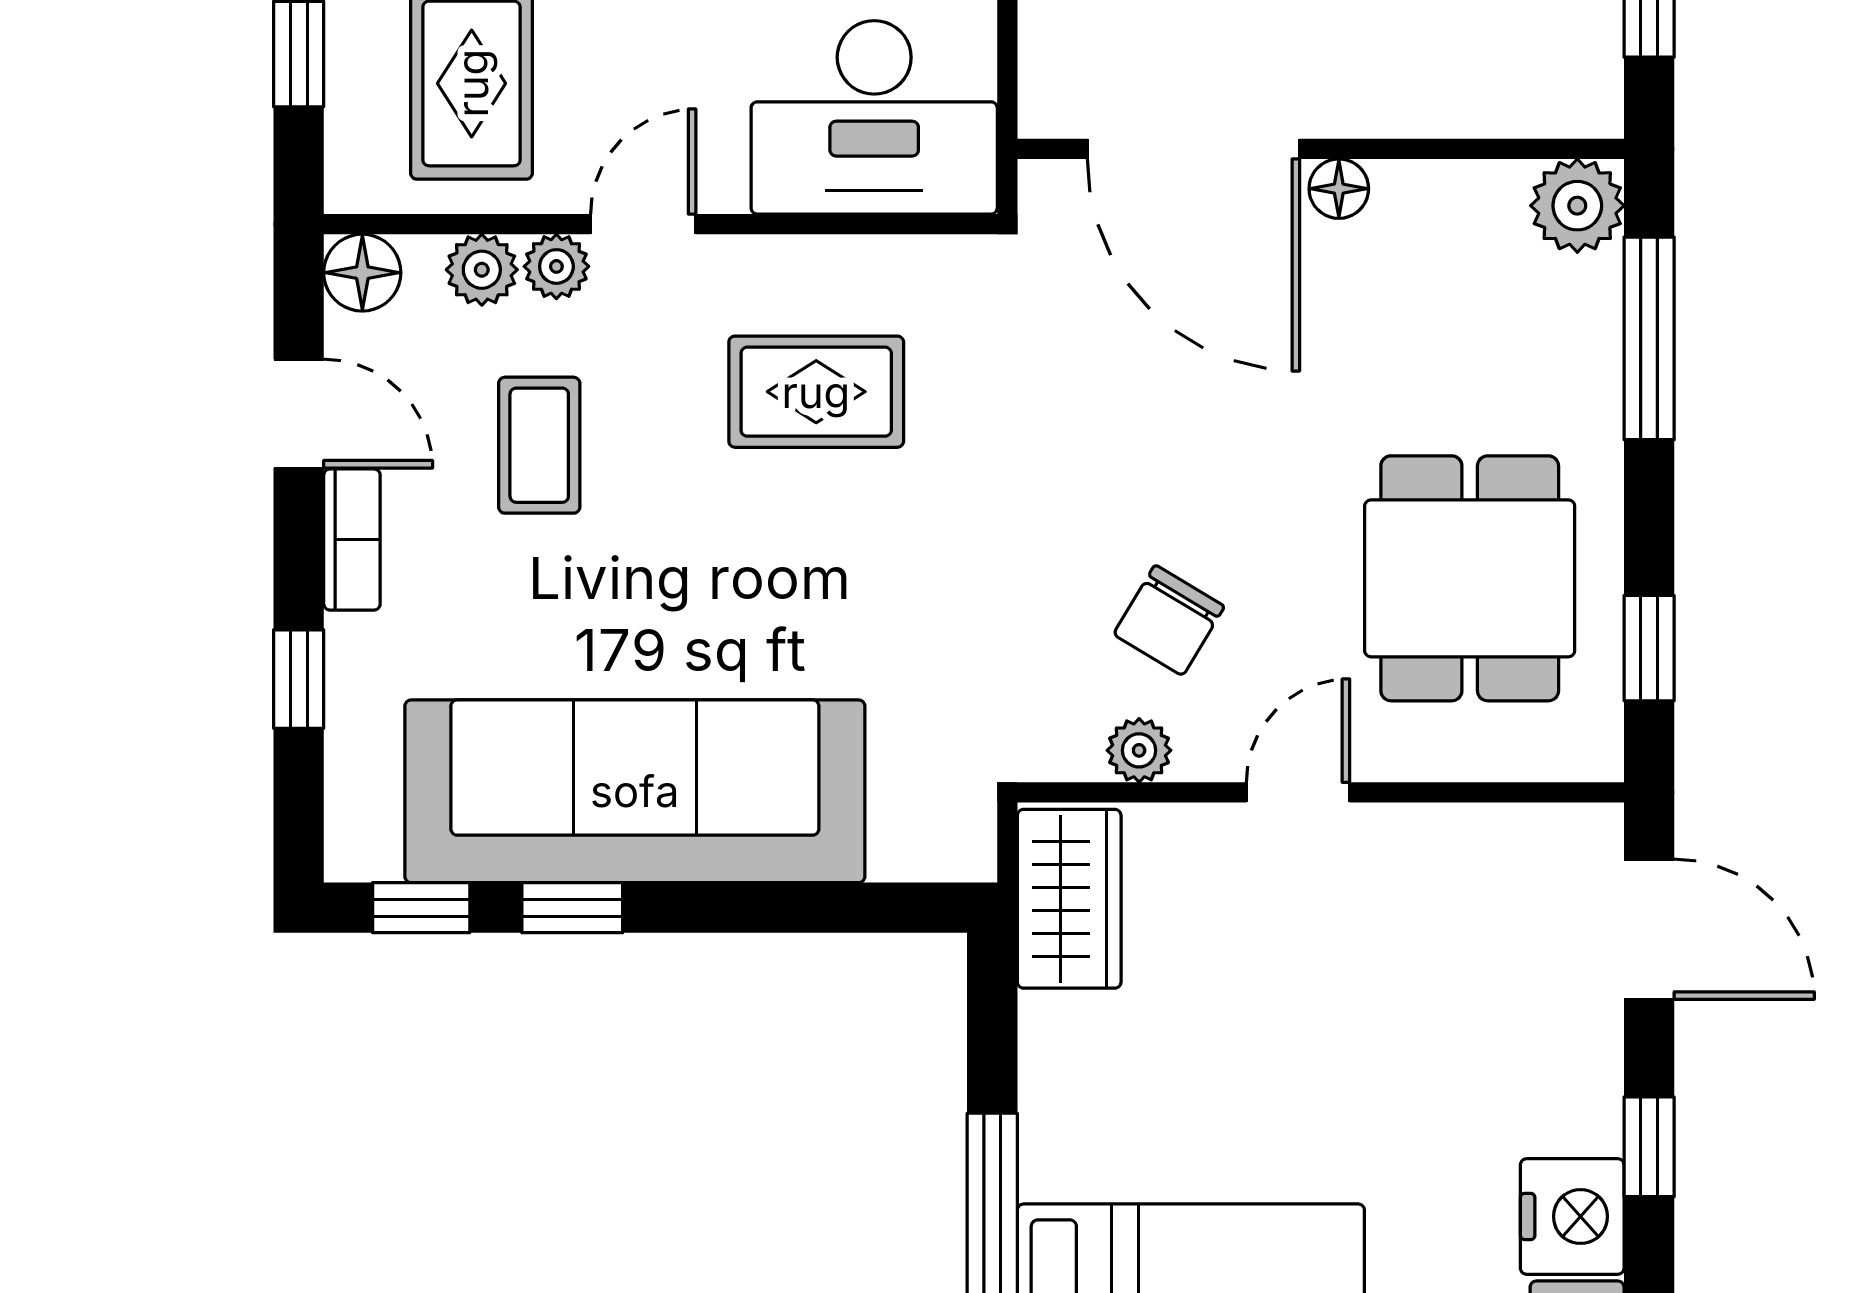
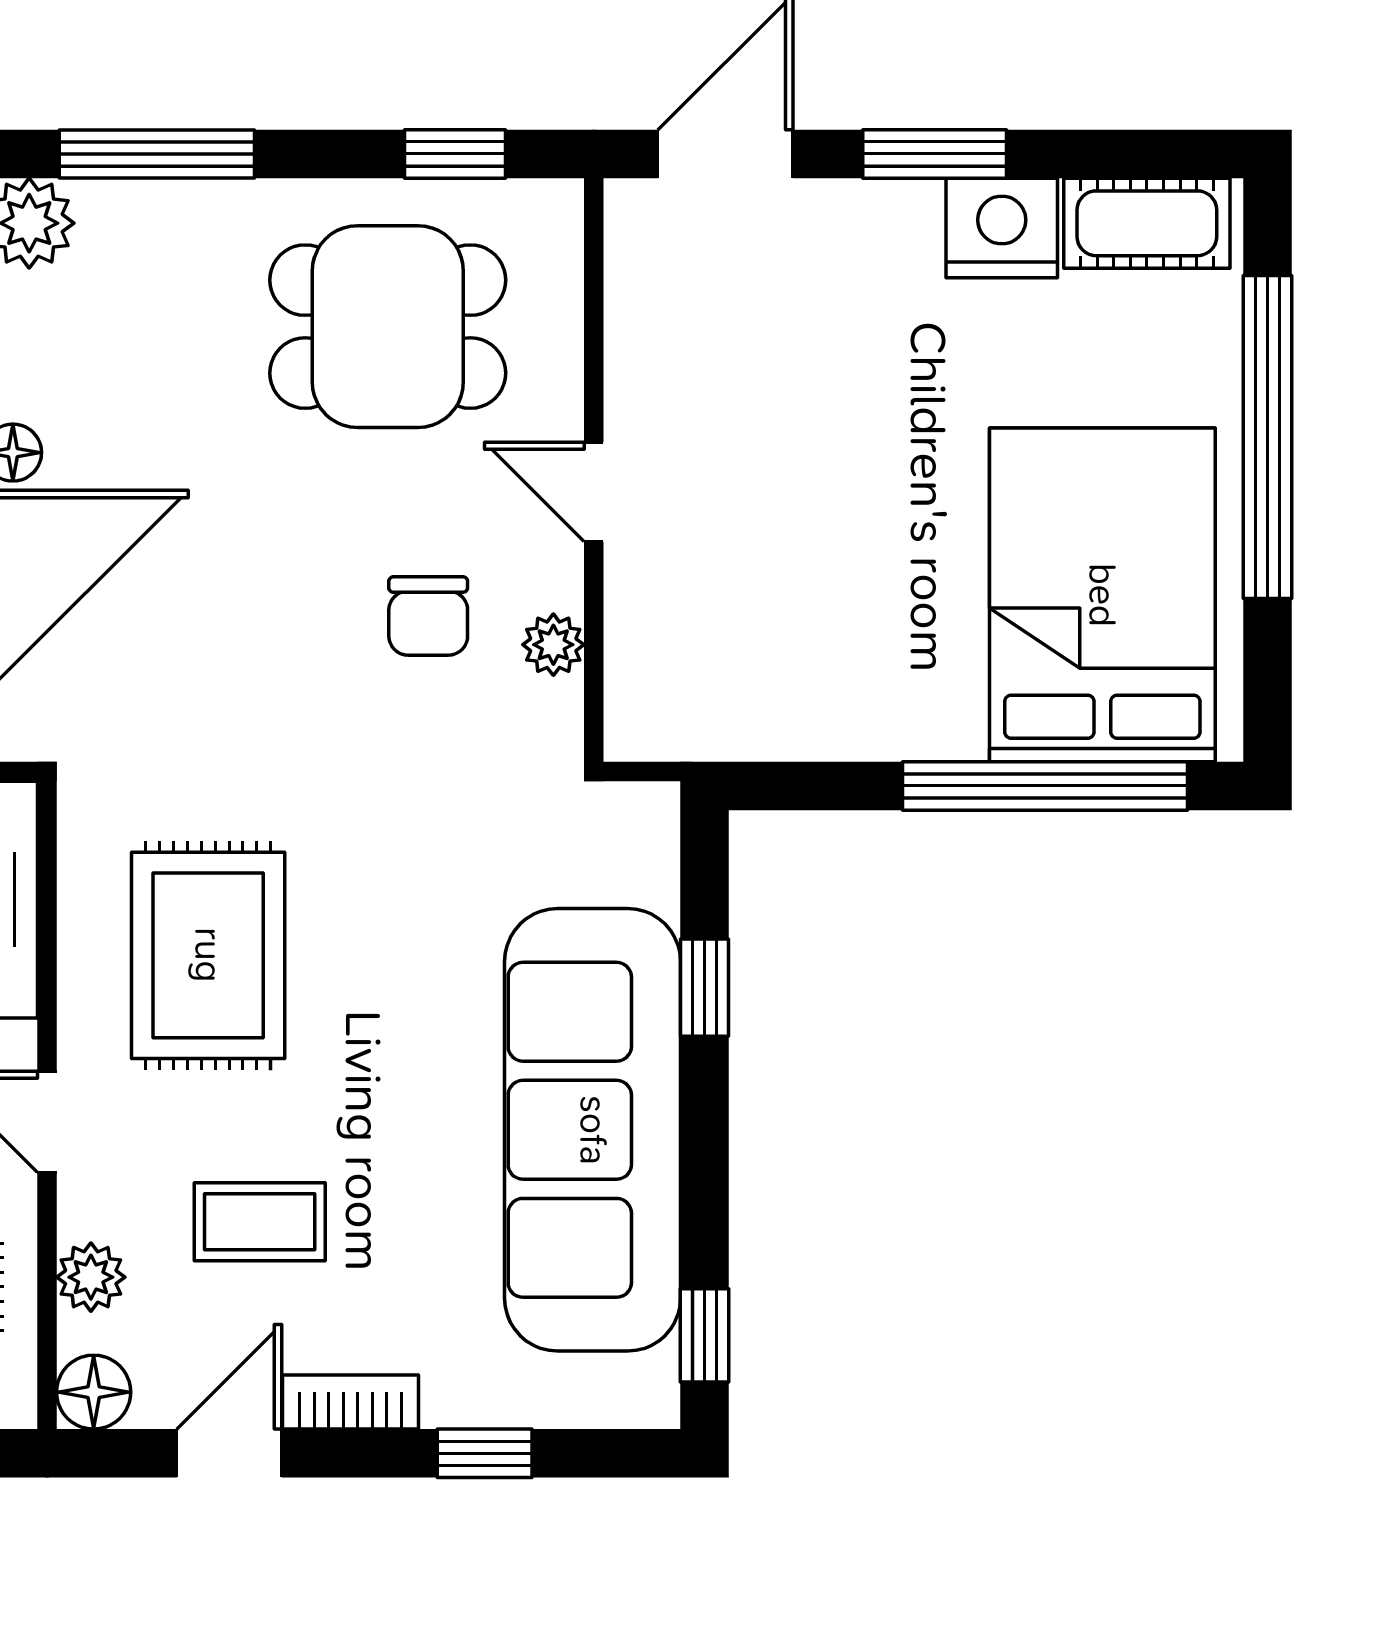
plant: (556, 266) -> (88, 1205), removed
rug: (816, 392) -> (208, 955), width x1.36, depth x1.43
chair: (1169, 620) -> (428, 616), turned 59
wardrobe: (1069, 899) -> (696, 712), removed
window: (572, 908) -> (705, 988), moved
window: (1649, 1147) -> (935, 154), width x1.50

